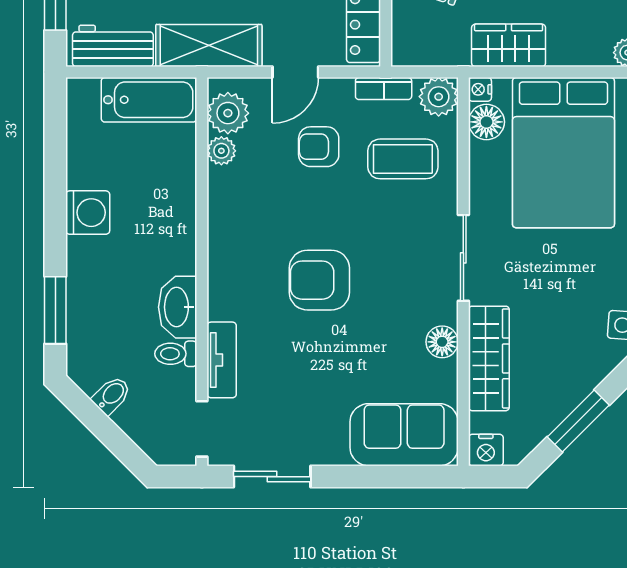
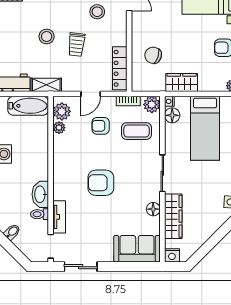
shelving: (209, 46) -> (46, 85), width x0.67, depth x0.75
bed: (563, 153) -> (205, 128), width x0.67
window: (578, 421) -> (211, 243), removed

